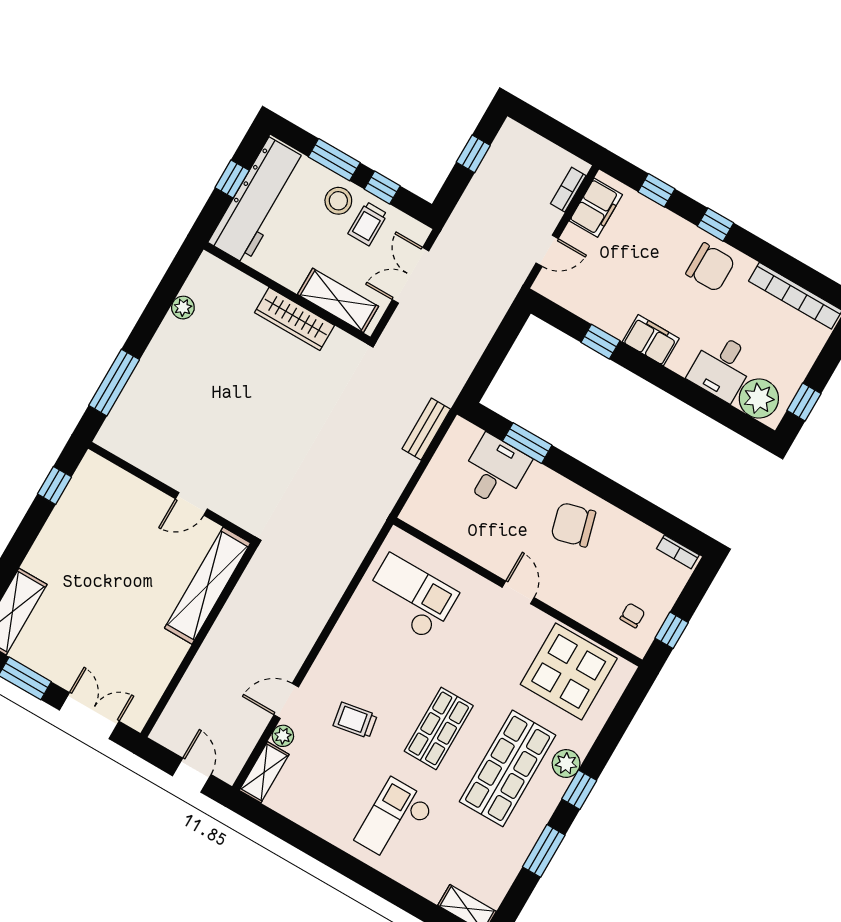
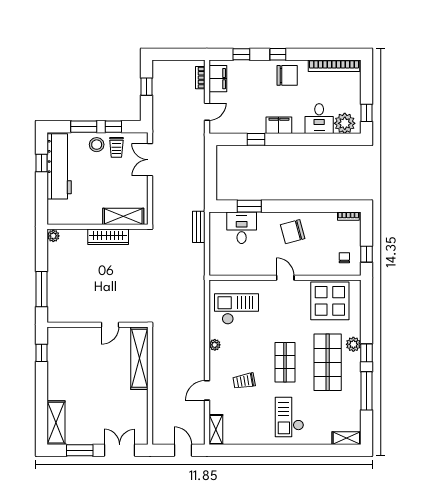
wall: (287, 293) -> (98, 227), moved
shelving: (338, 300) -> (123, 216), moved
wardrobe: (295, 319) -> (108, 237), moved
plant: (283, 736) -> (215, 345), moved
window: (544, 851) -> (367, 391), width x1.44

